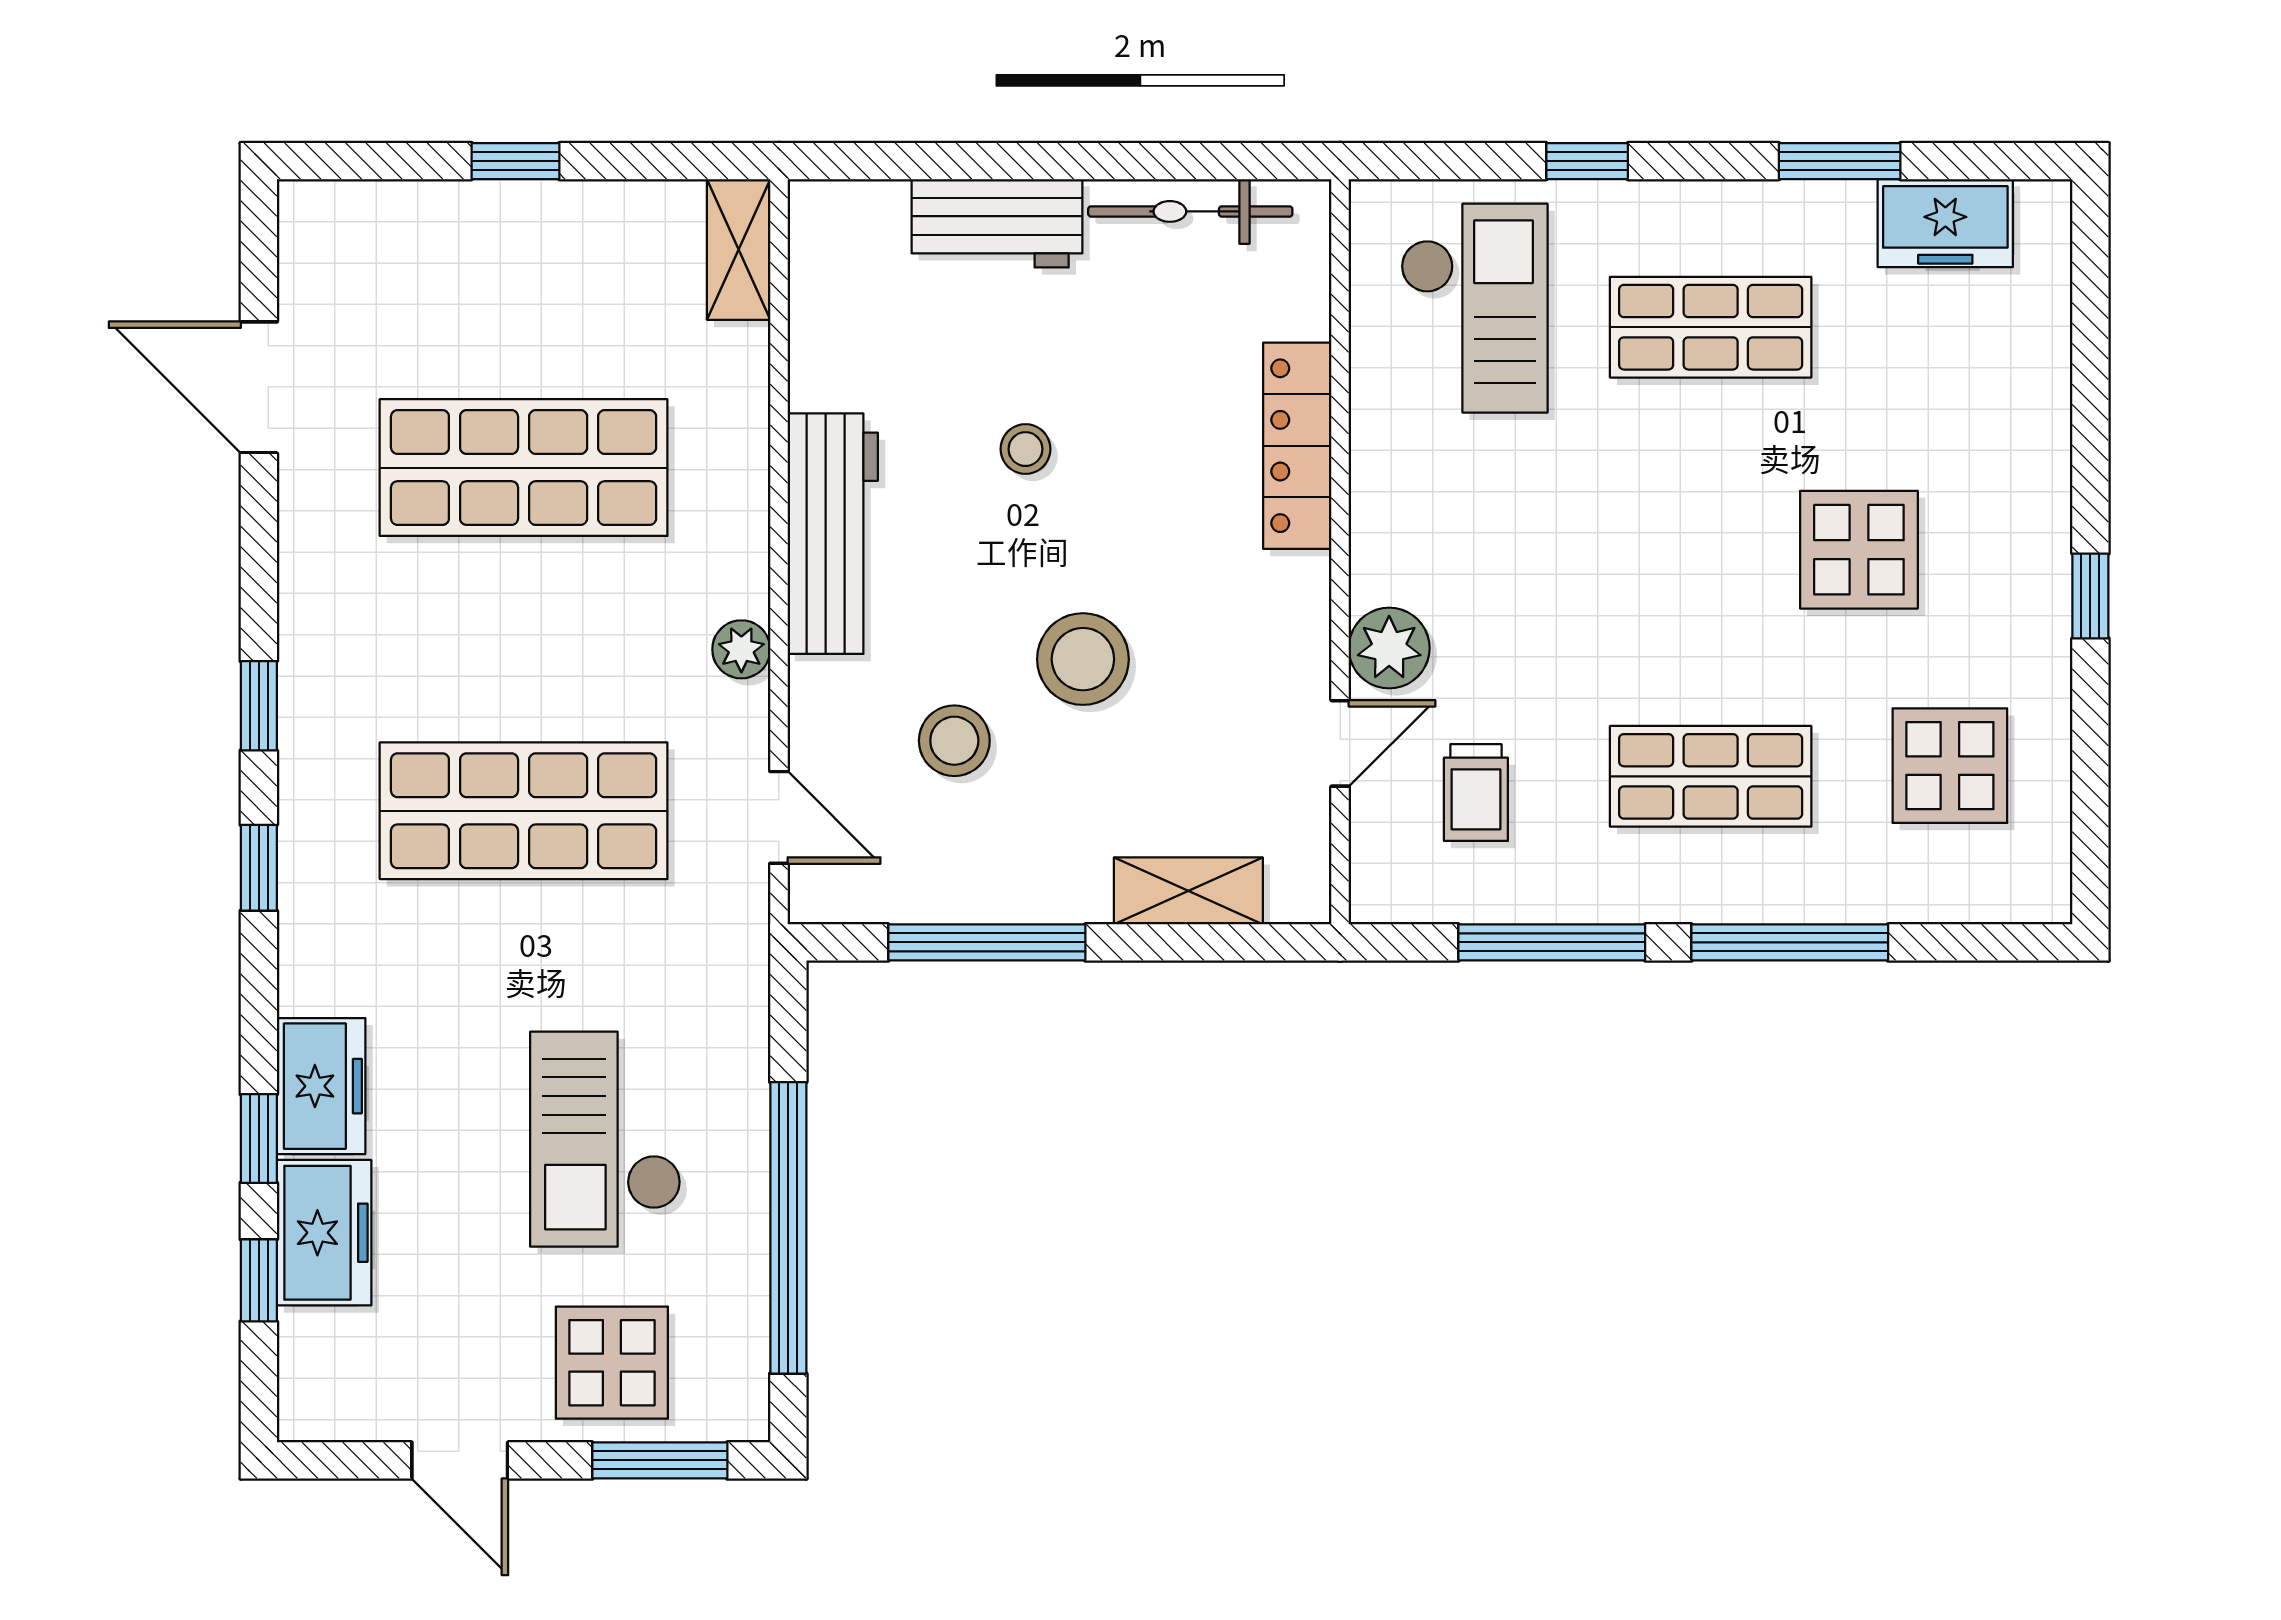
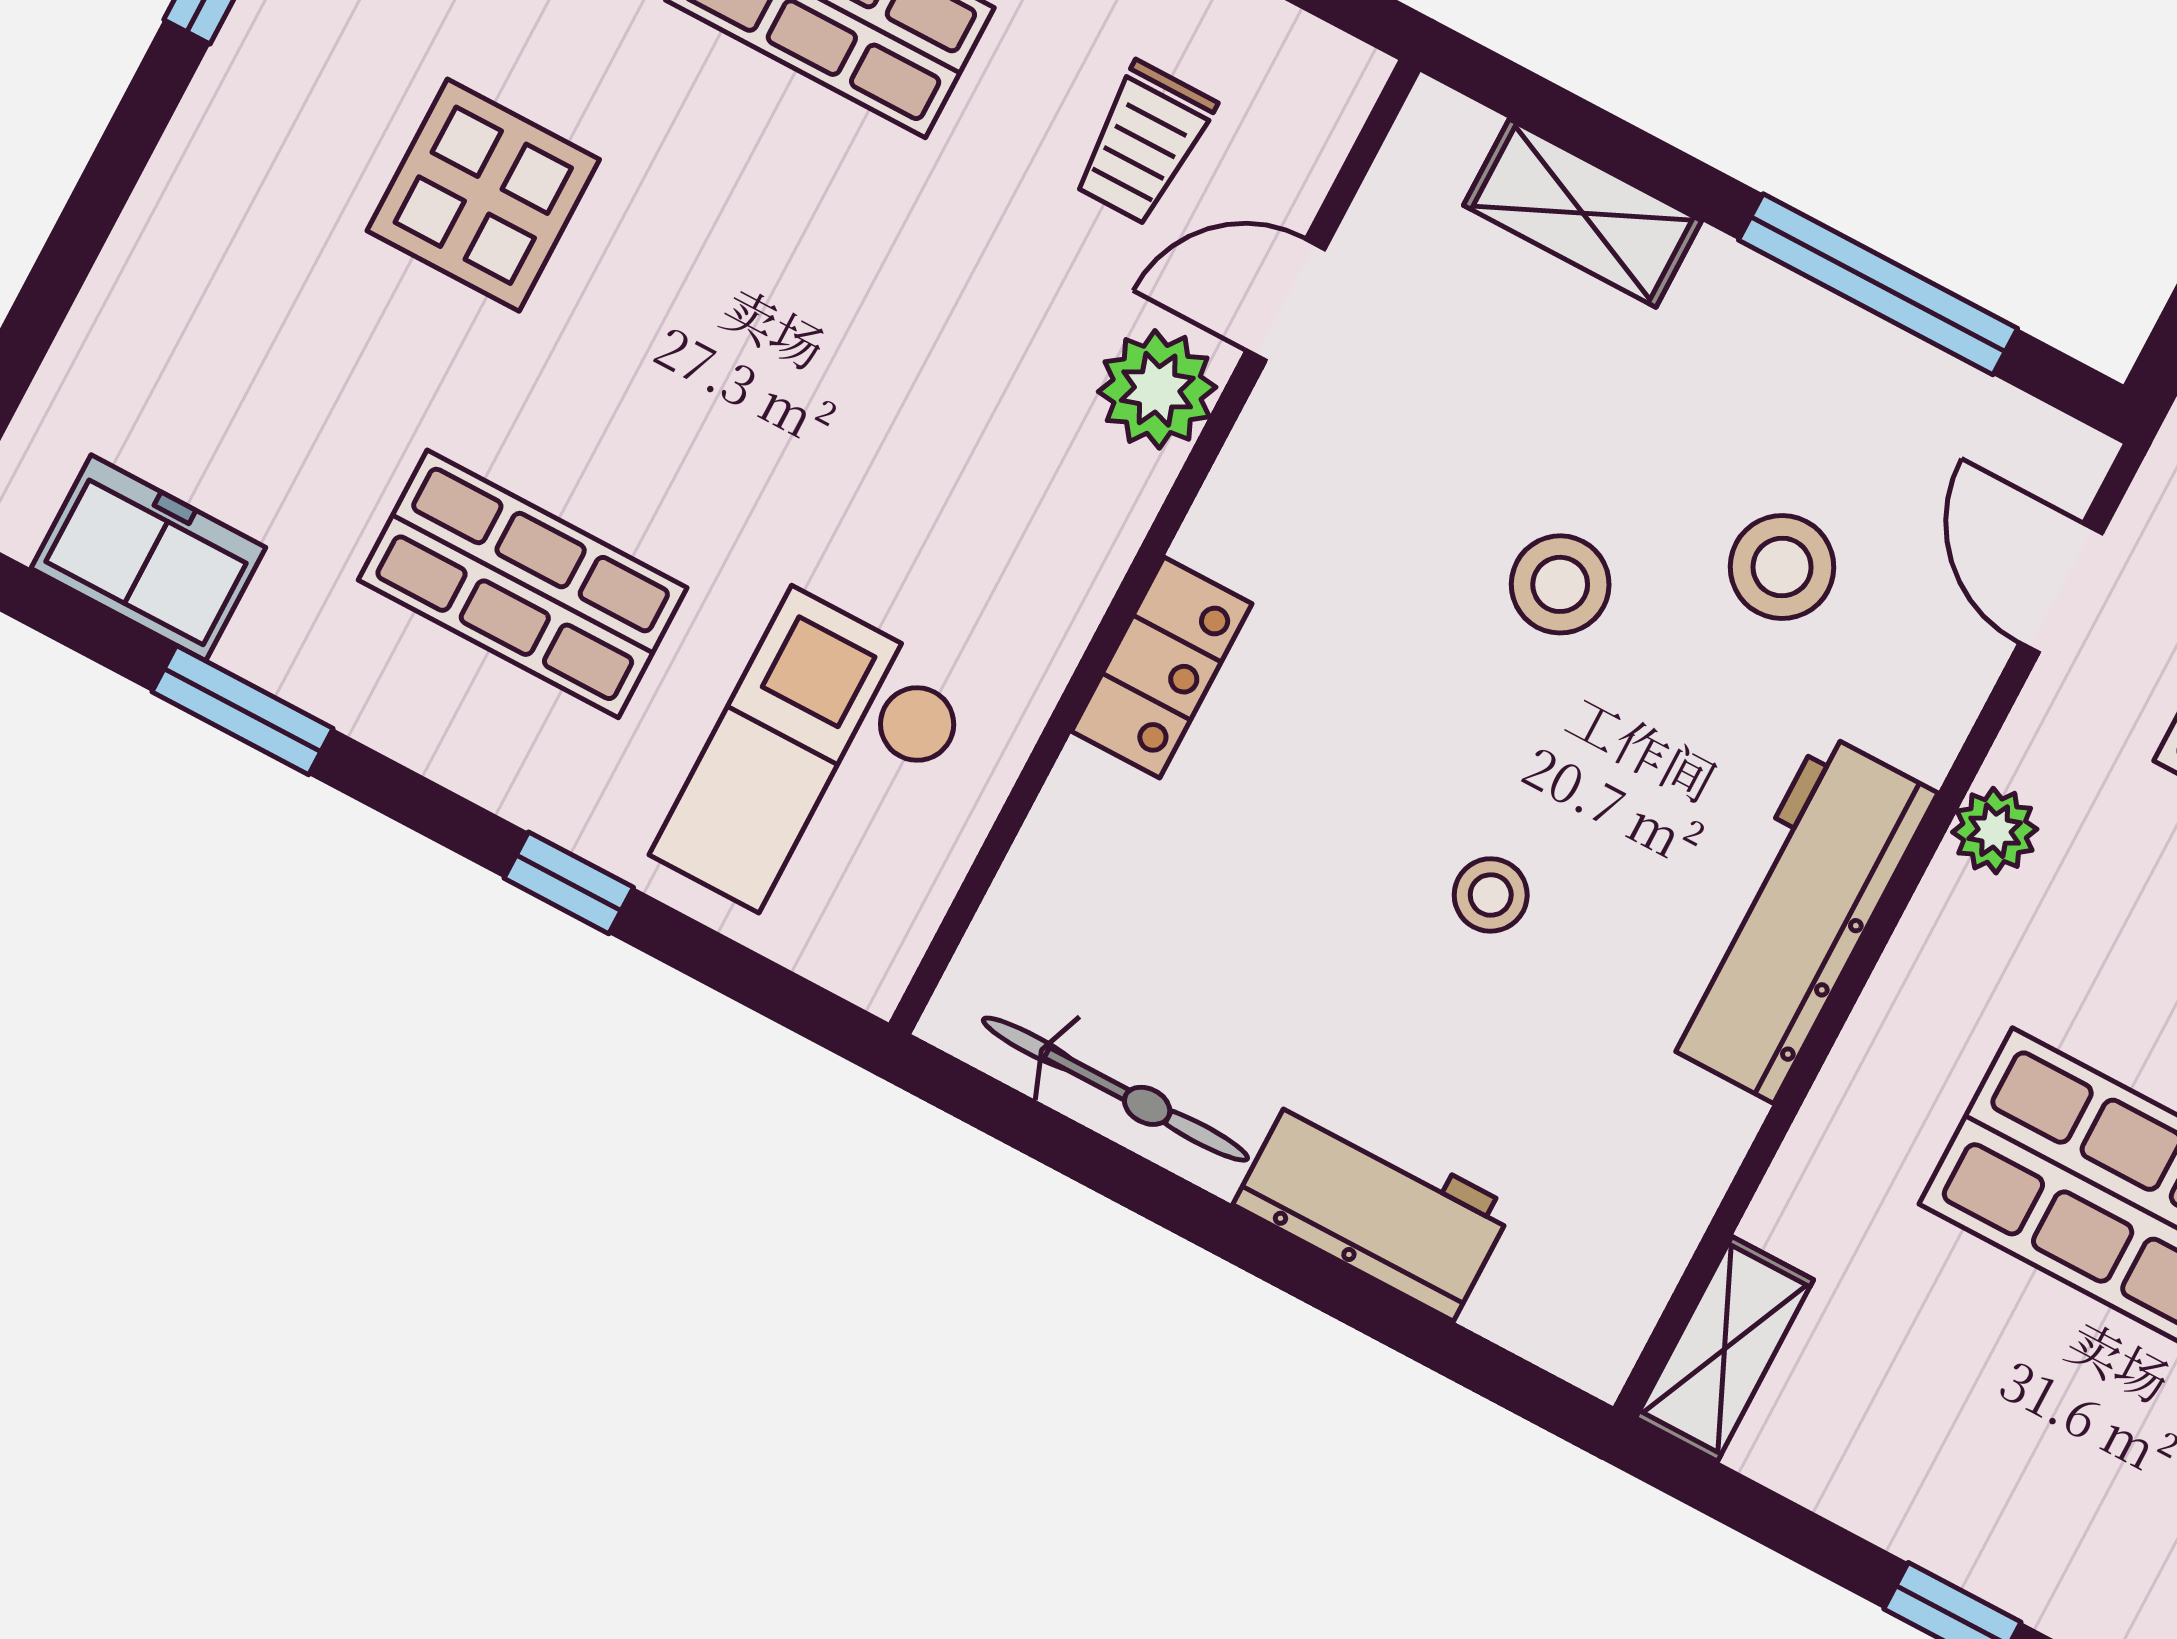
locker: (1297, 446) -> (1162, 668), width x0.66
stool: (1083, 659) -> (1560, 584), width x0.73, depth x0.73
trolley: (1476, 793) -> (1144, 143), turned 180

